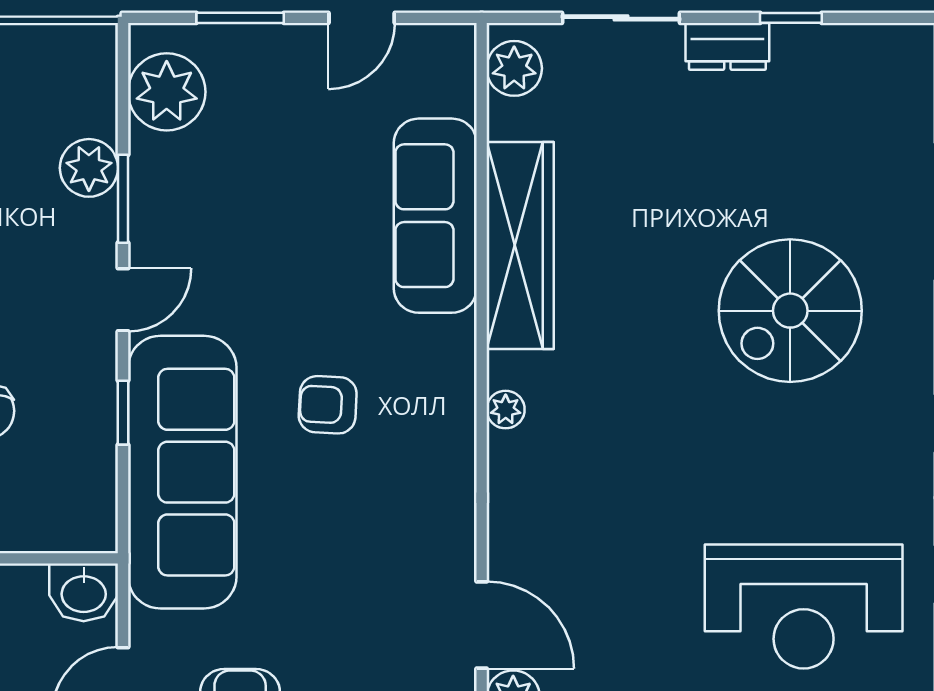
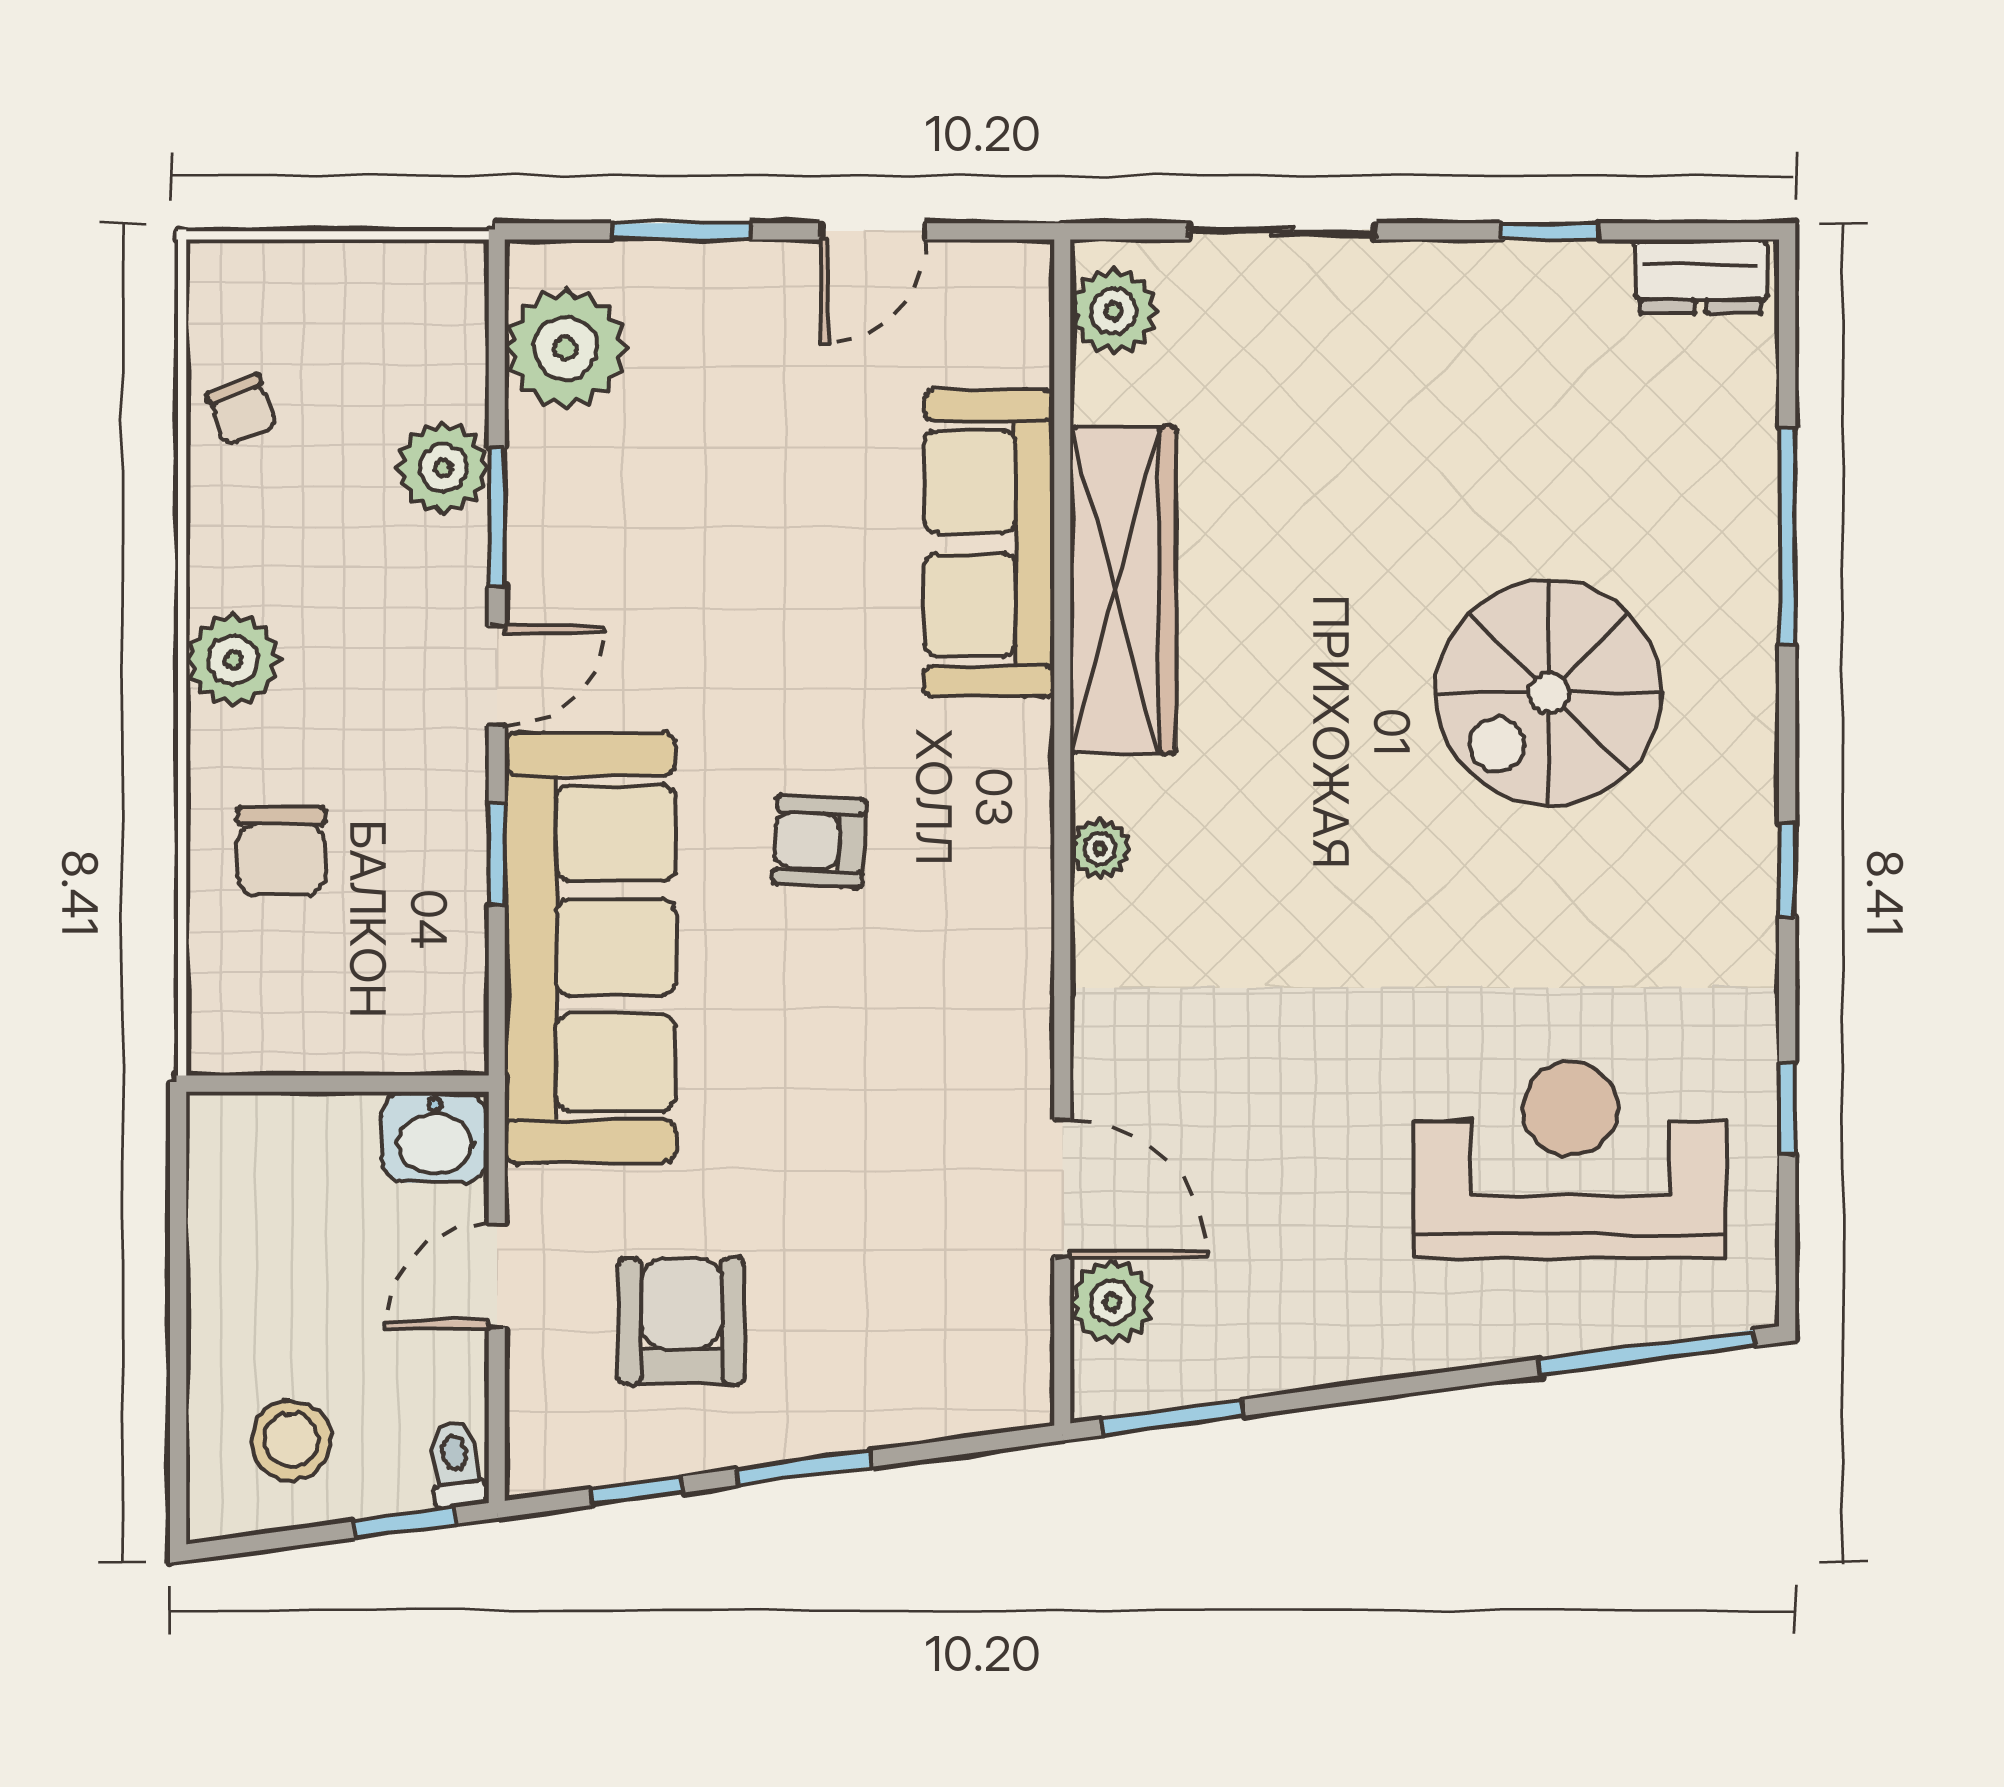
dresser: (727, 46) -> (1701, 276), moved
reception desk: (804, 607) -> (1570, 1160), turned 180

